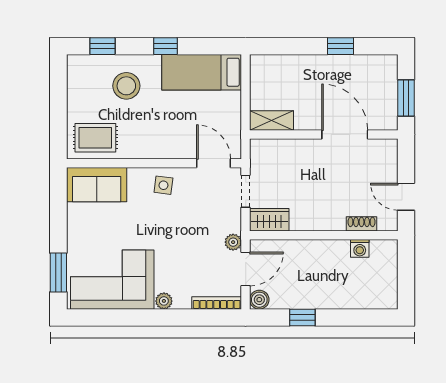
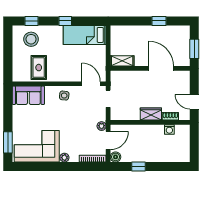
stool: (126, 86) -> (31, 39), moved
rug: (95, 138) -> (39, 68), moved, turned 90
wardrobe: (269, 220) -> (151, 114), moved

